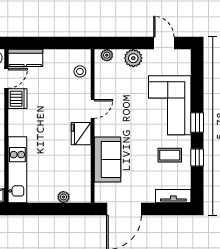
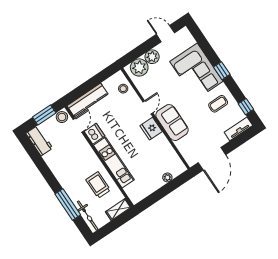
plant: (107, 55) -> (139, 67), width x1.88, depth x1.88
kitchen counter: (25, 58) -> (87, 100), width x1.50
window: (197, 157) -> (246, 107), moved
sofa: (108, 159) -> (172, 123), moved
kitchen unit: (17, 170) -> (114, 162), moved

